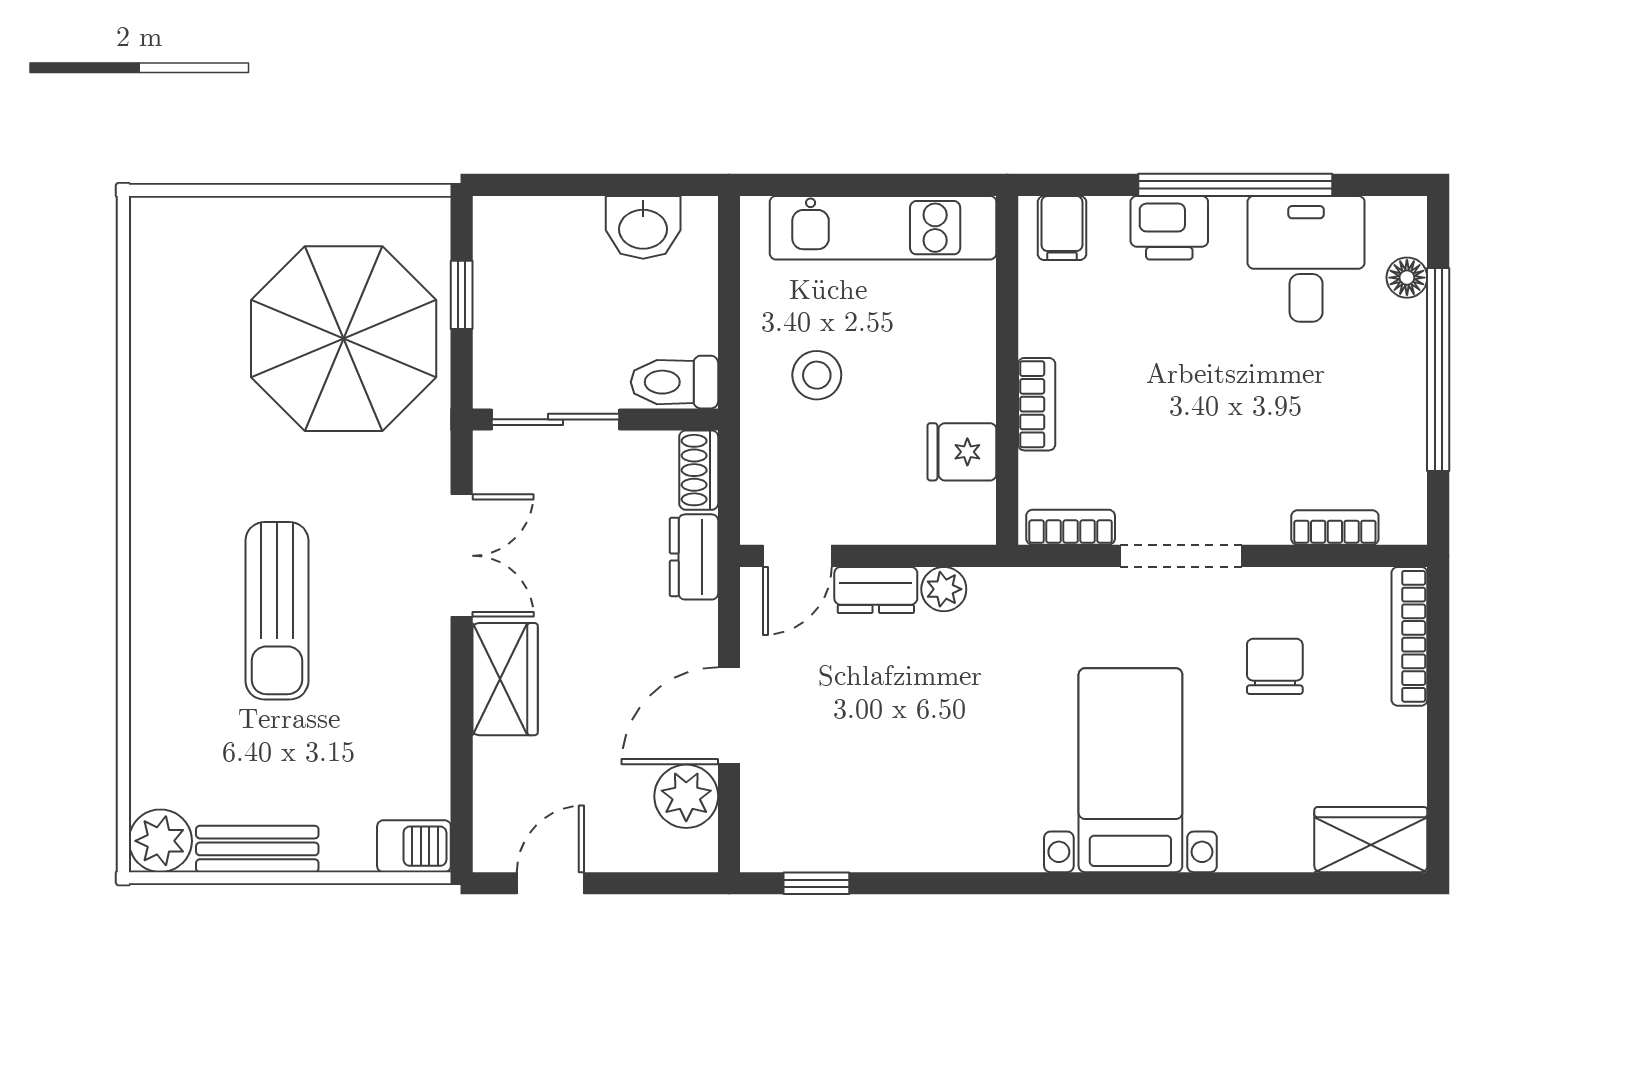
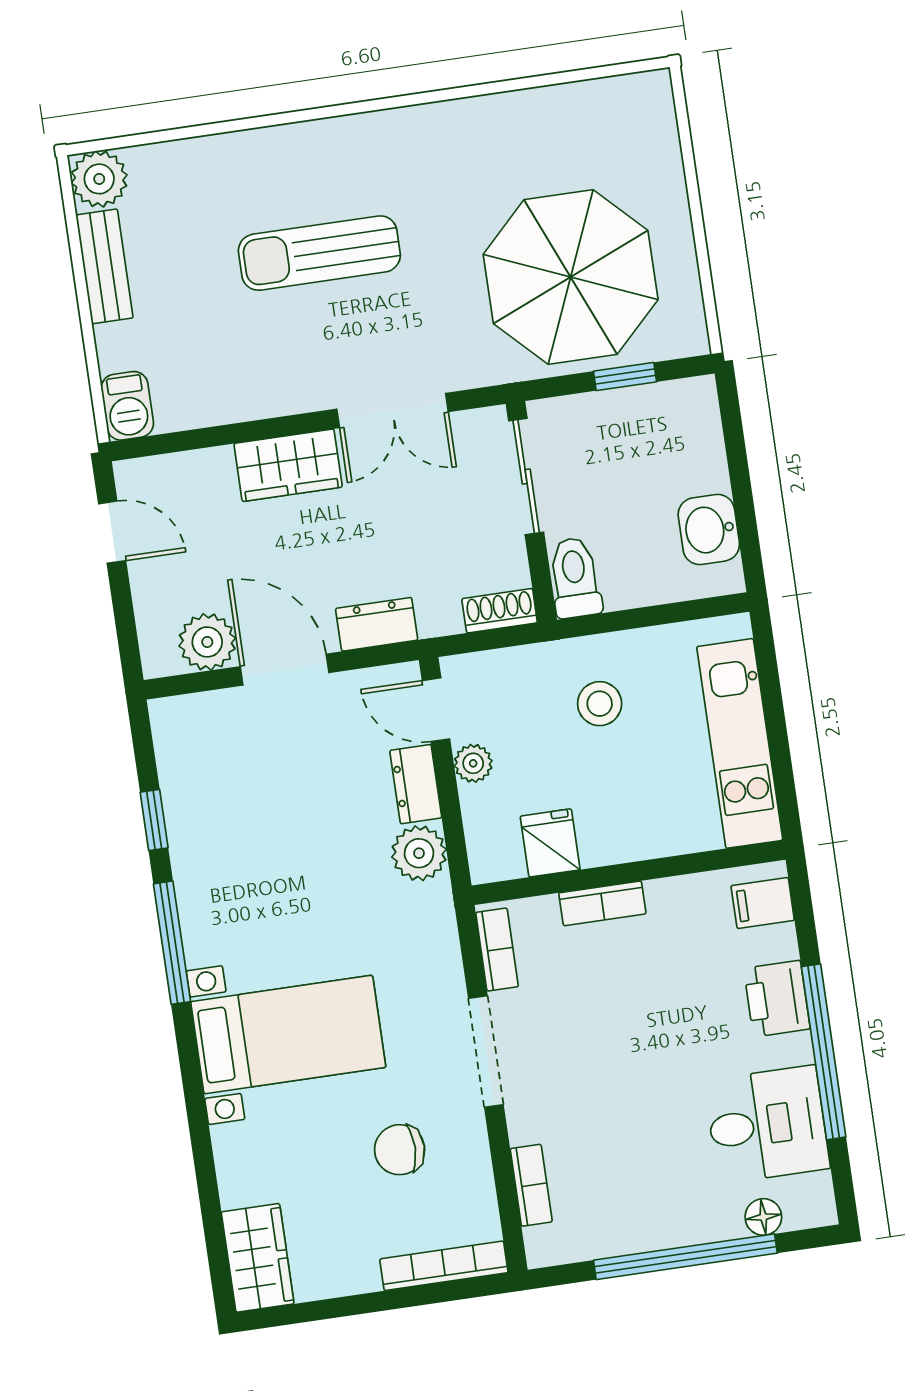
plant: (862, 524) -> (473, 763), added
dresser: (694, 557) -> (377, 624), moved
plant: (944, 589) -> (419, 853), width x1.38, depth x1.38
chair: (1275, 666) -> (400, 1150), turned 180
window: (816, 883) -> (154, 820), moved
window: (1011, 883) -> (172, 943), added

